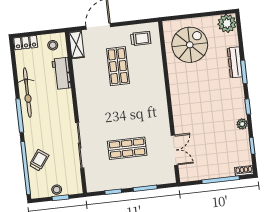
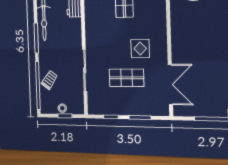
display table: (140, 116) -> (140, 49), added
double door: (174, 150) -> (170, 85), width x1.37

